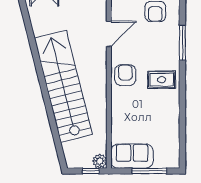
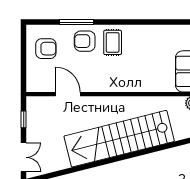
armchair: (125, 75) -> (85, 41), moved

